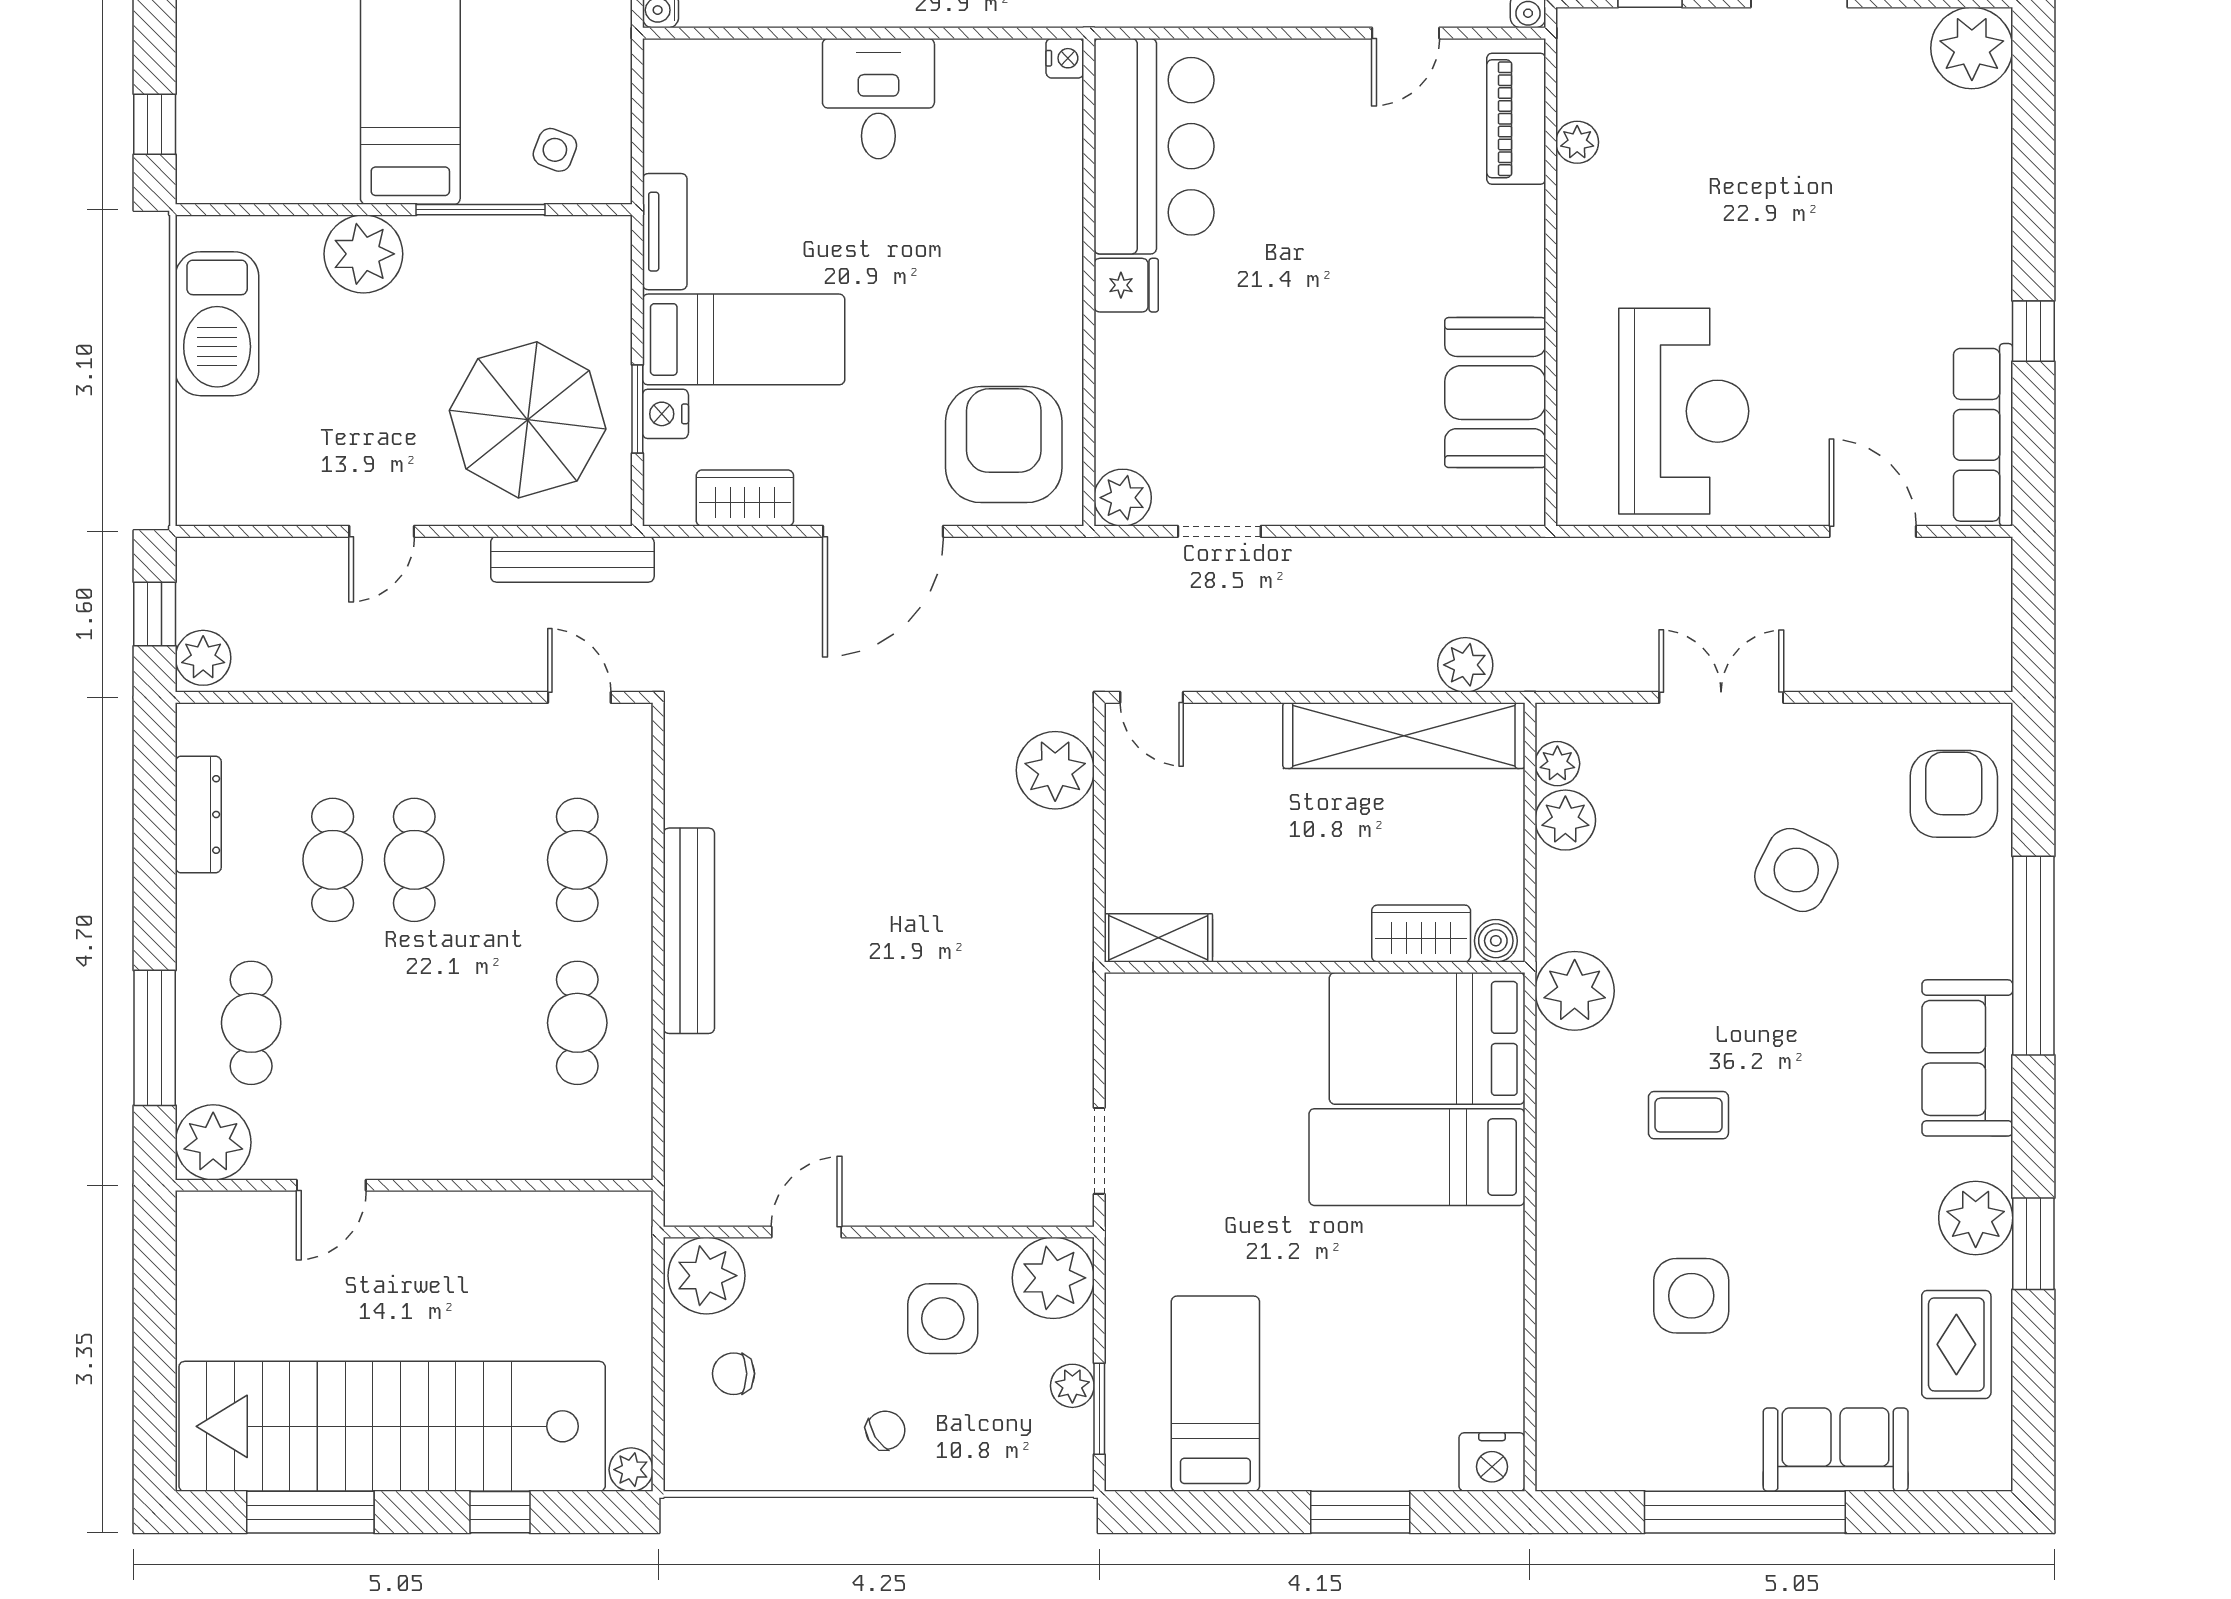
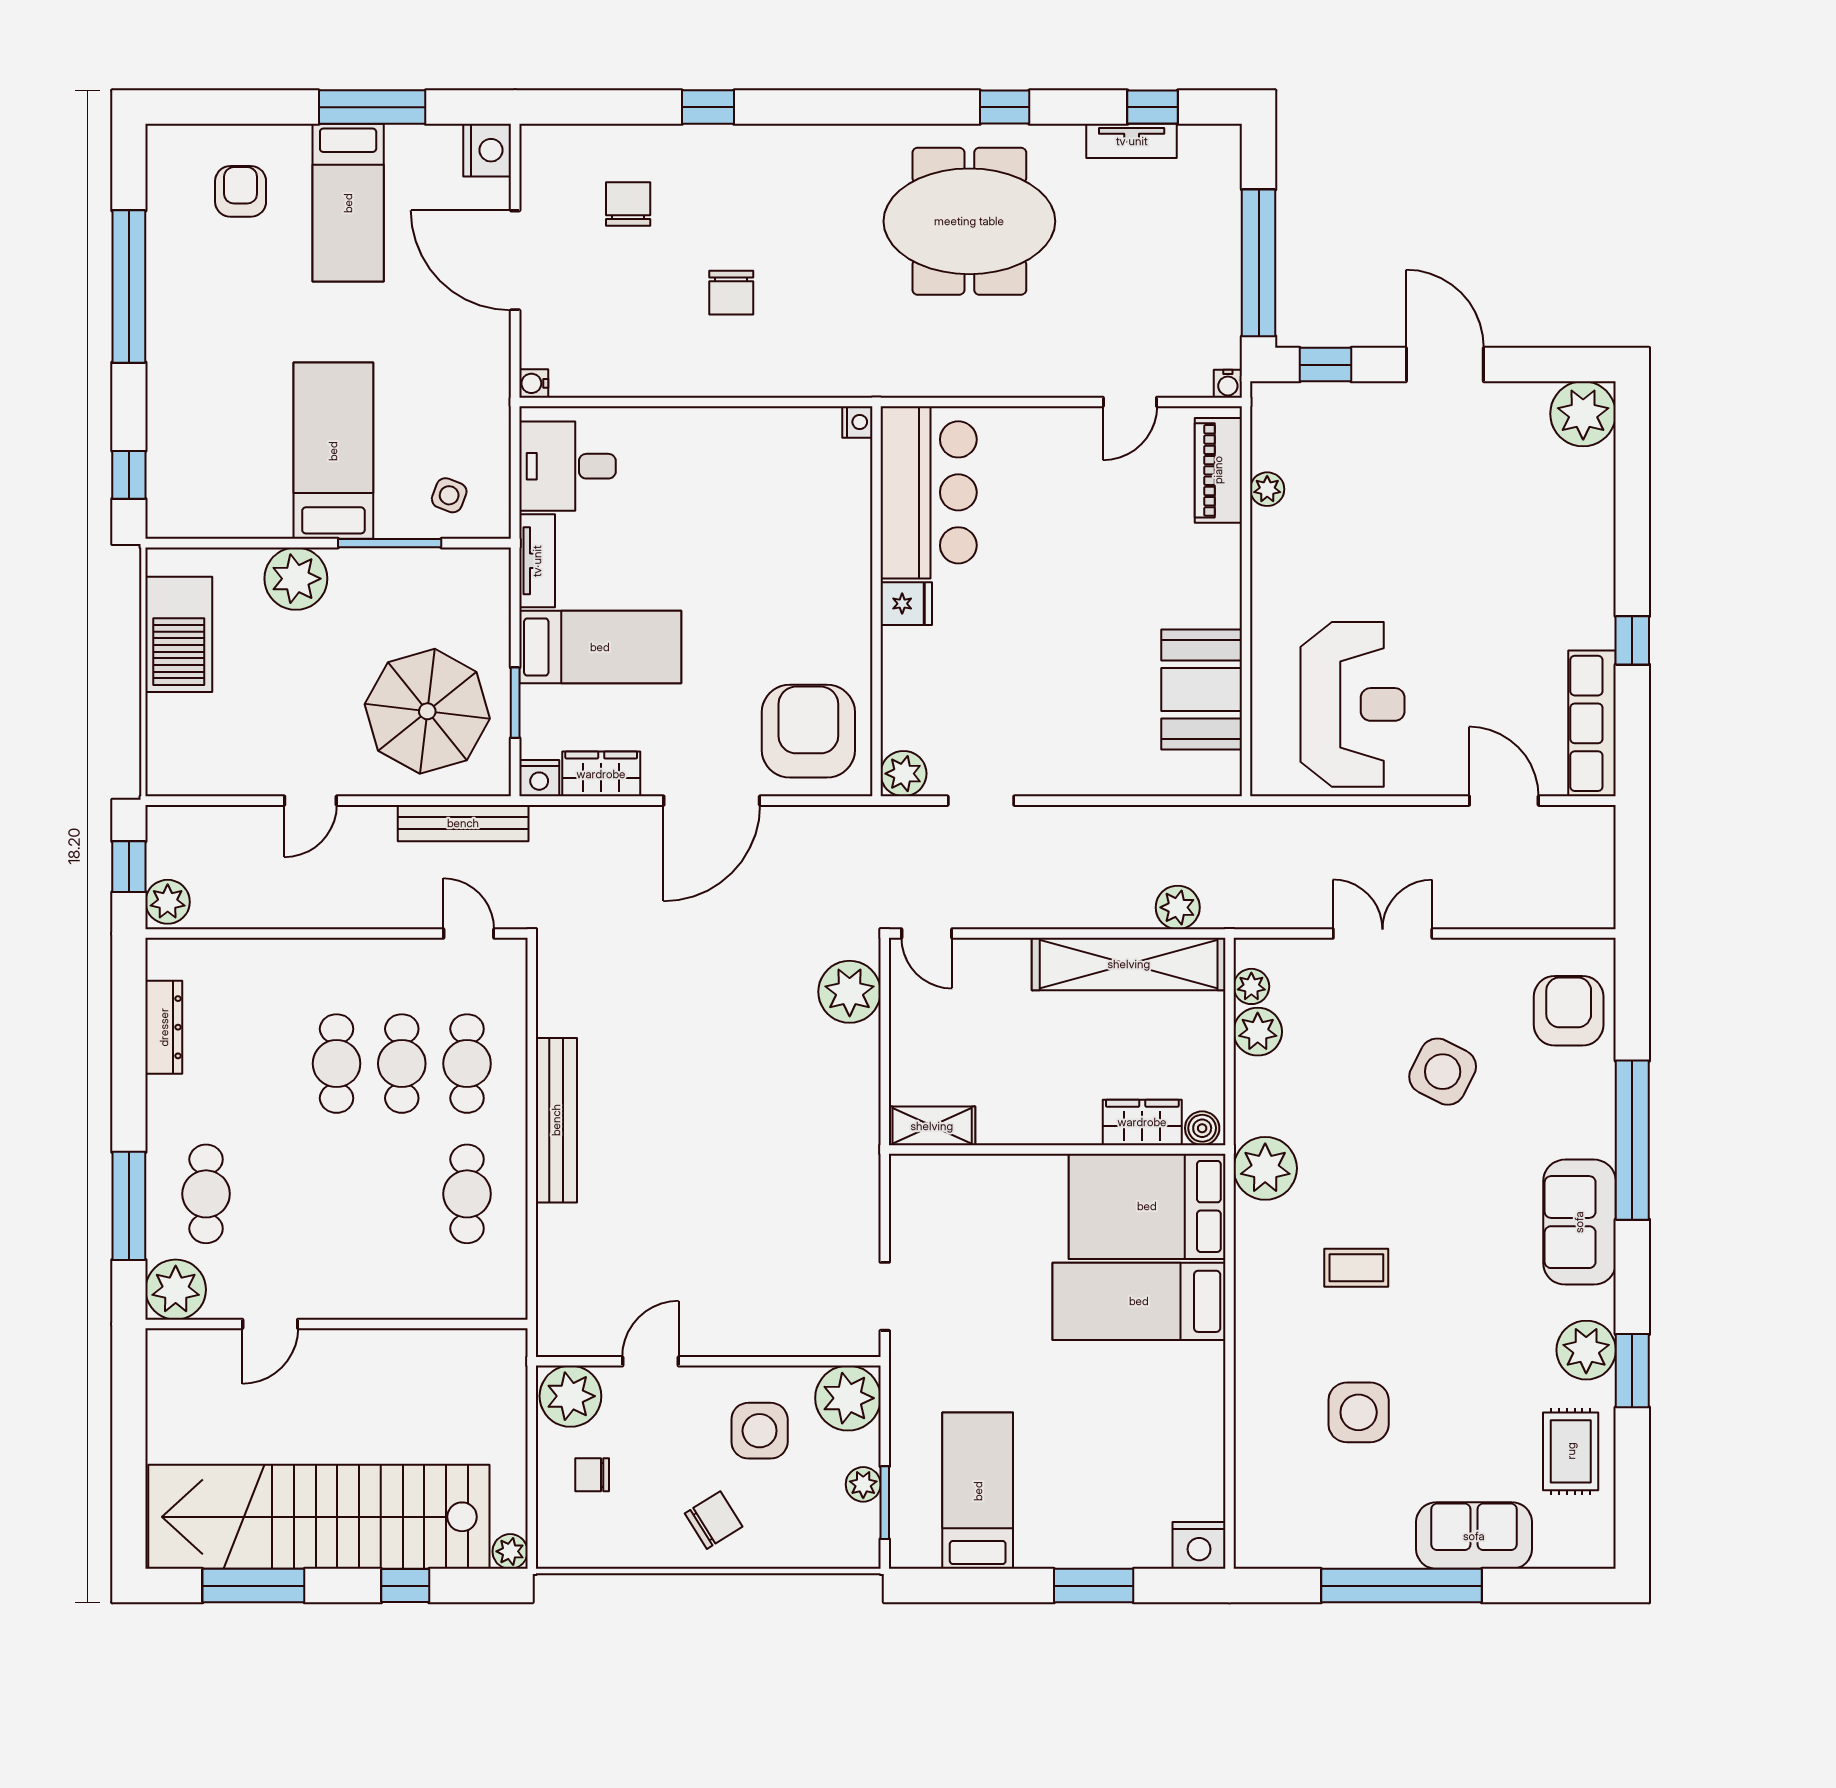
desk: (878, 99) -> (567, 466), moved, turned -90
nightstand: (665, 414) -> (539, 778), moved, turned -90
cafe table: (333, 860) -> (402, 1064), moved
chair: (885, 1430) -> (714, 1520), width x1.37, depth x1.37

